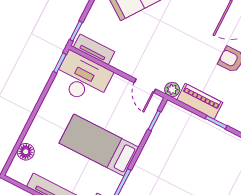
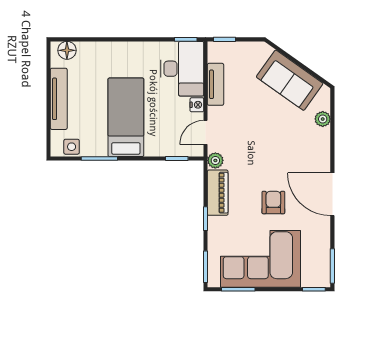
tv unit: (94, 49) -> (216, 84), moved
nightstand: (118, 81) -> (197, 105), added
floor lamp: (26, 152) -> (67, 50), moved

